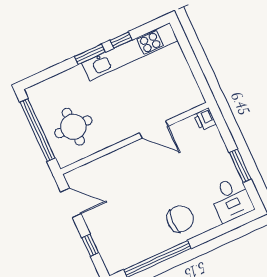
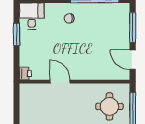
chair: (180, 219) -> (69, 18), width x0.54, depth x0.54
window: (90, 245) -> (133, 28), width x2.17

